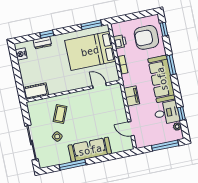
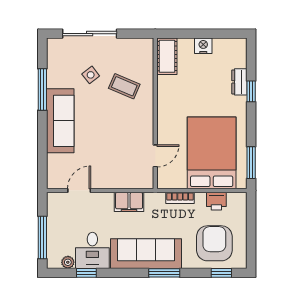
nightstand: (21, 54) -> (203, 46), moved

